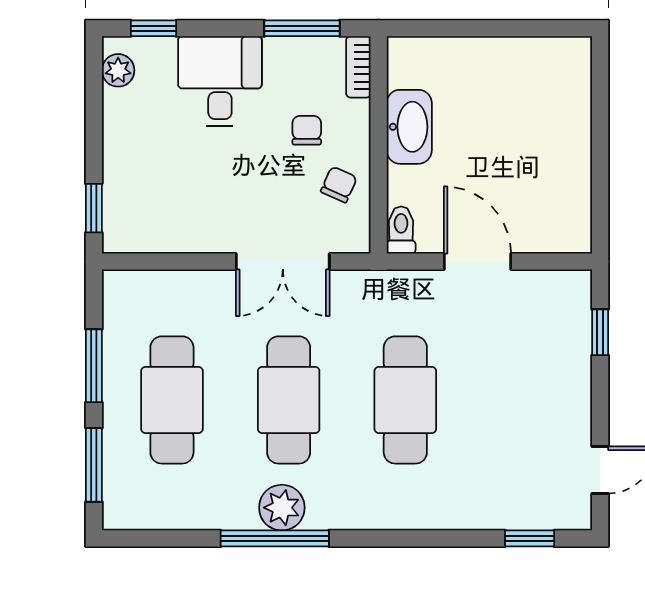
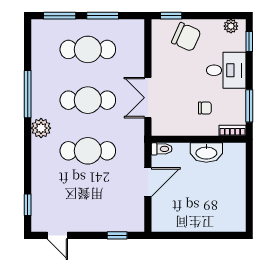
chair: (339, 184) -> (186, 37), moved, width x1.87, depth x1.87
plant: (282, 508) -> (41, 128), moved

